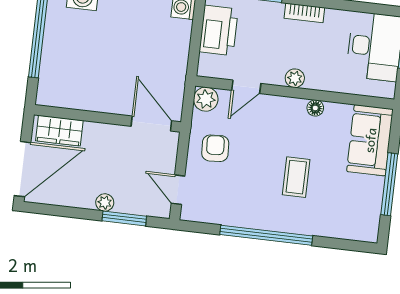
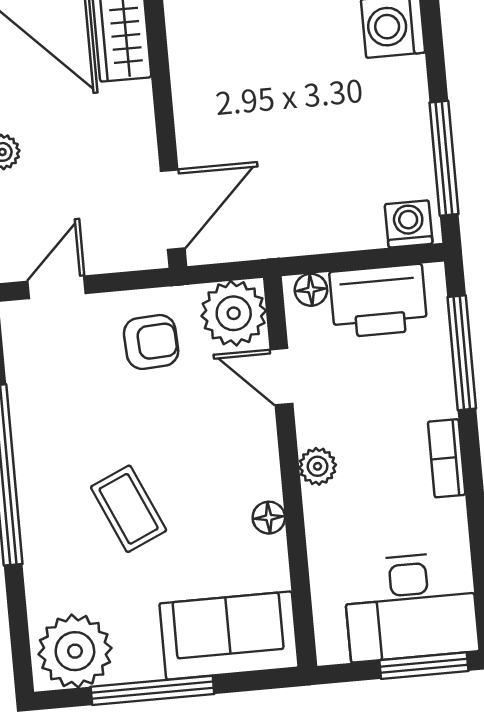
floor lamp: (206, 63) -> (311, 290), added
plant: (206, 99) -> (234, 313), width x1.36, depth x1.36
coffee table: (296, 177) -> (129, 509), turned 66
plant: (362, 219) -> (75, 651), added

